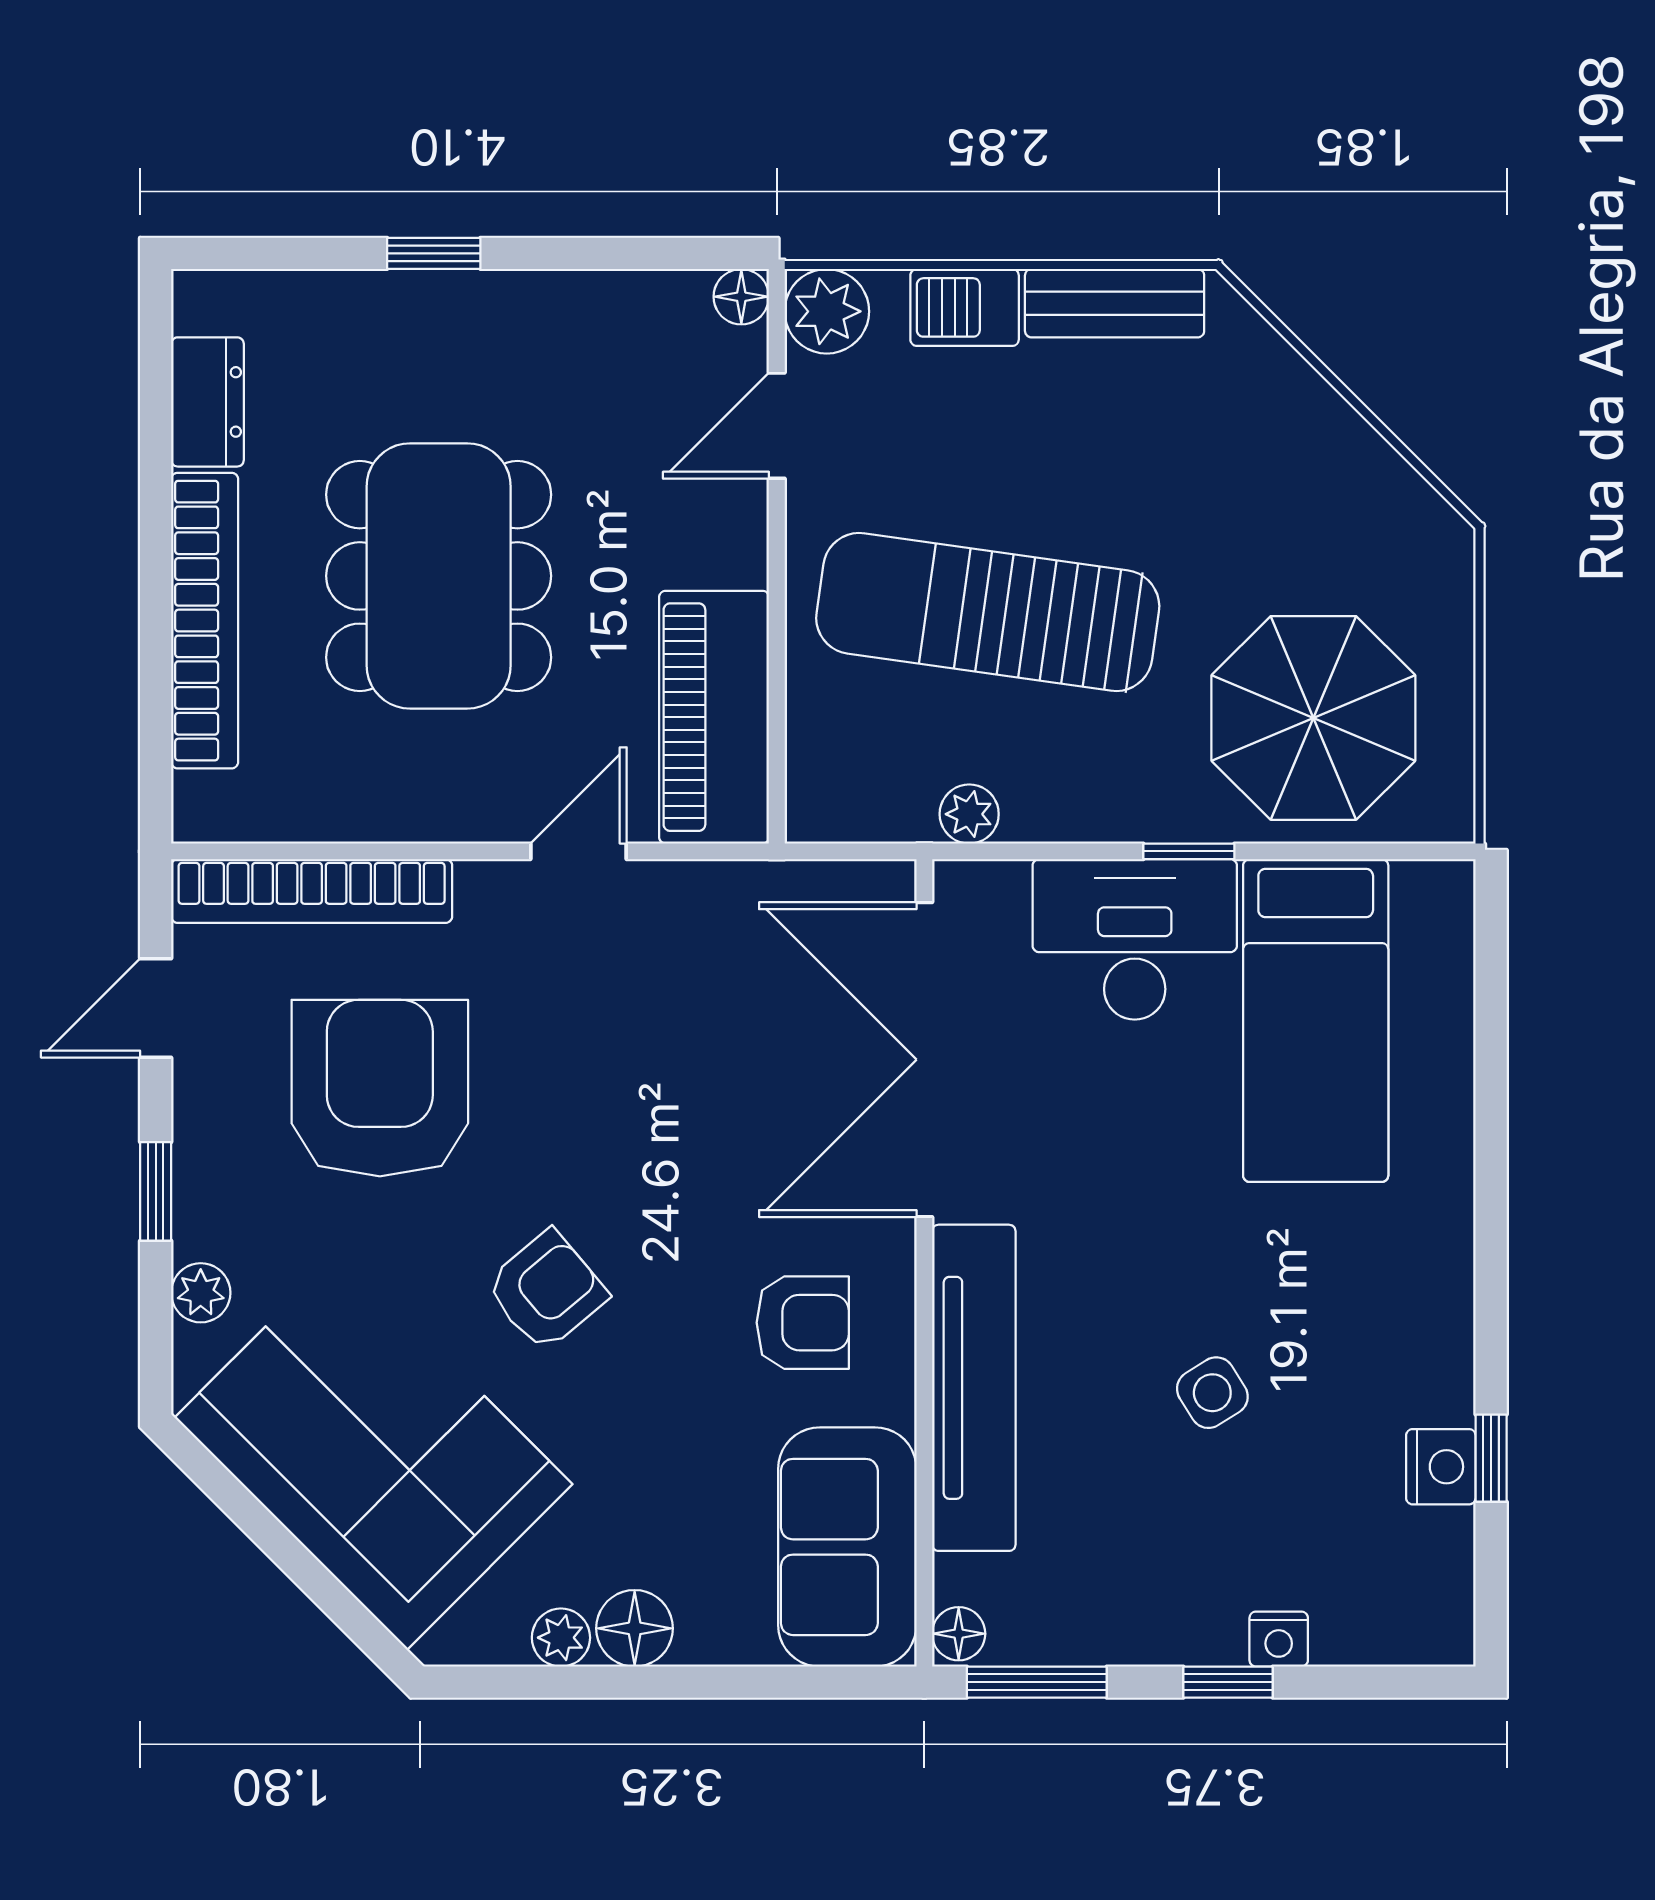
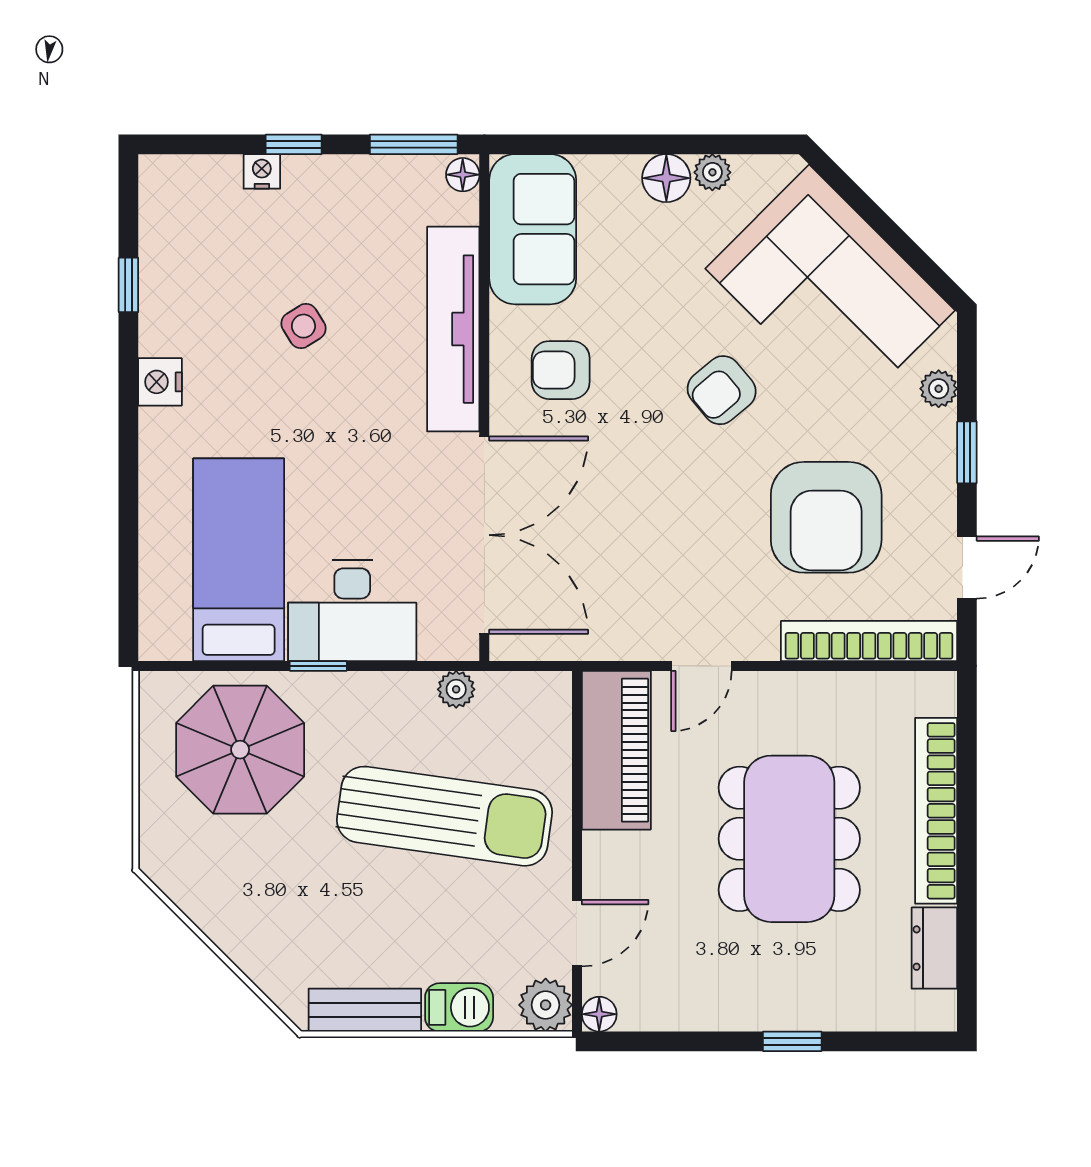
nightstand: (1441, 1467) -> (160, 382), moved

